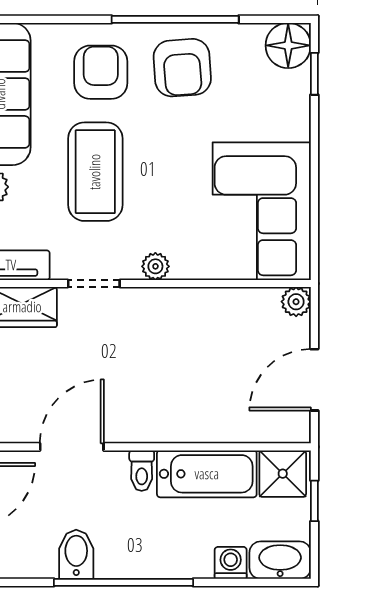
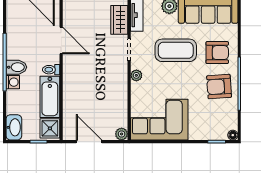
floor lamp: (288, 45) -> (233, 135), width x0.53, depth x0.53
bidet: (76, 554) -> (16, 67), moved
washing machine: (231, 563) -> (13, 82), moved

